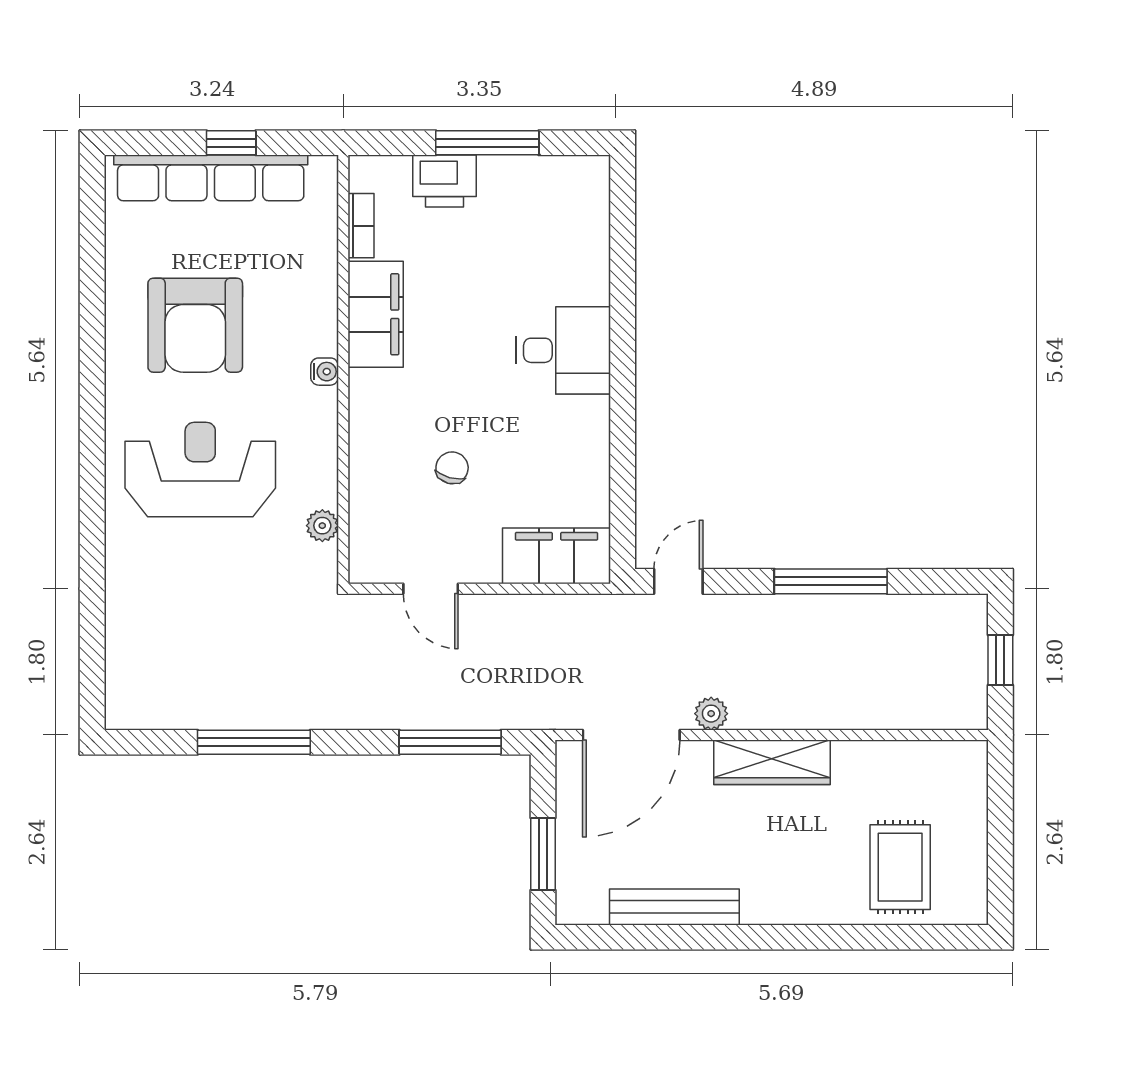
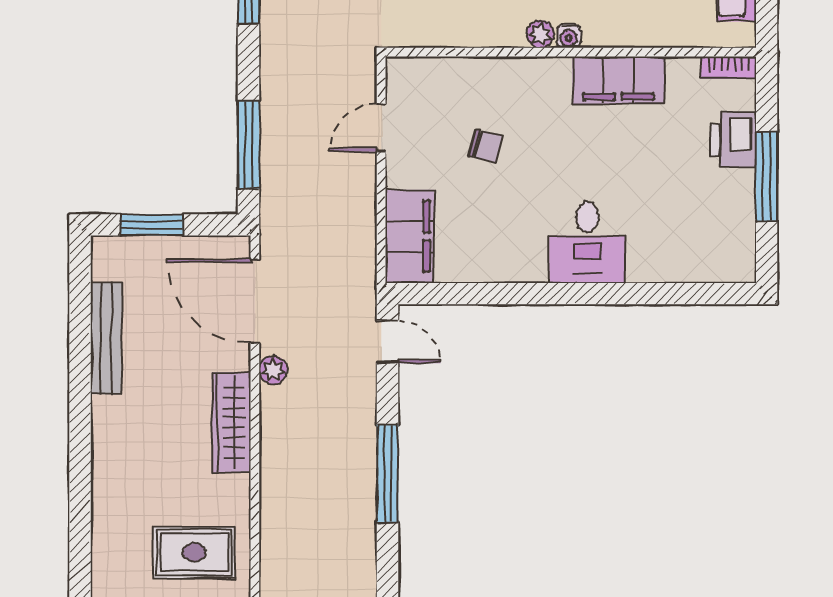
bookcase: (361, 226) -> (728, 67), moved
plant: (322, 526) -> (540, 34), moved
rug: (900, 867) -> (194, 552), moved

